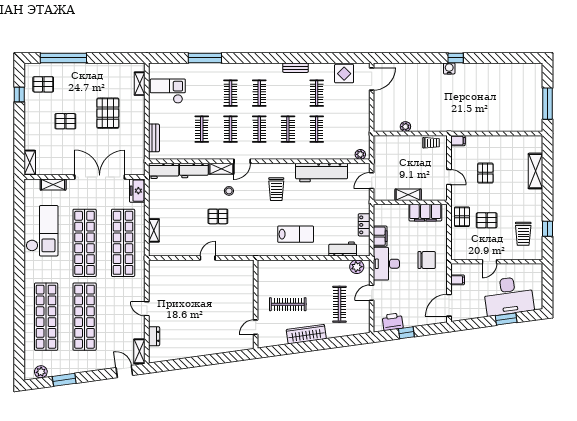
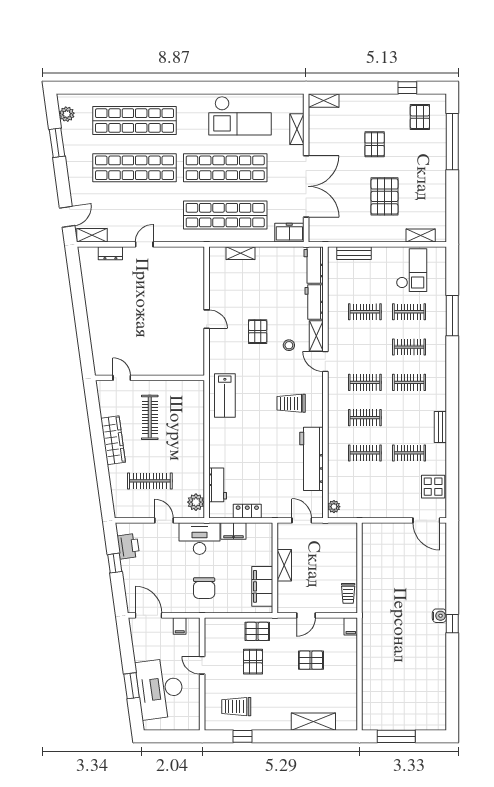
pallet: (108, 113) -> (385, 196), turned 90
plant: (405, 127) -> (368, 562), removed
clothes rail: (230, 129) -> (409, 312), moved
lab bench: (296, 234) -> (225, 395), moved

